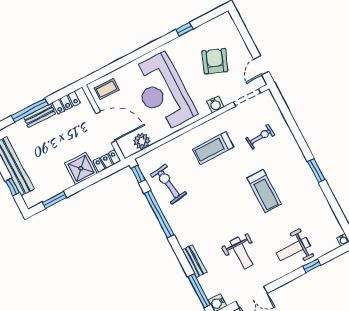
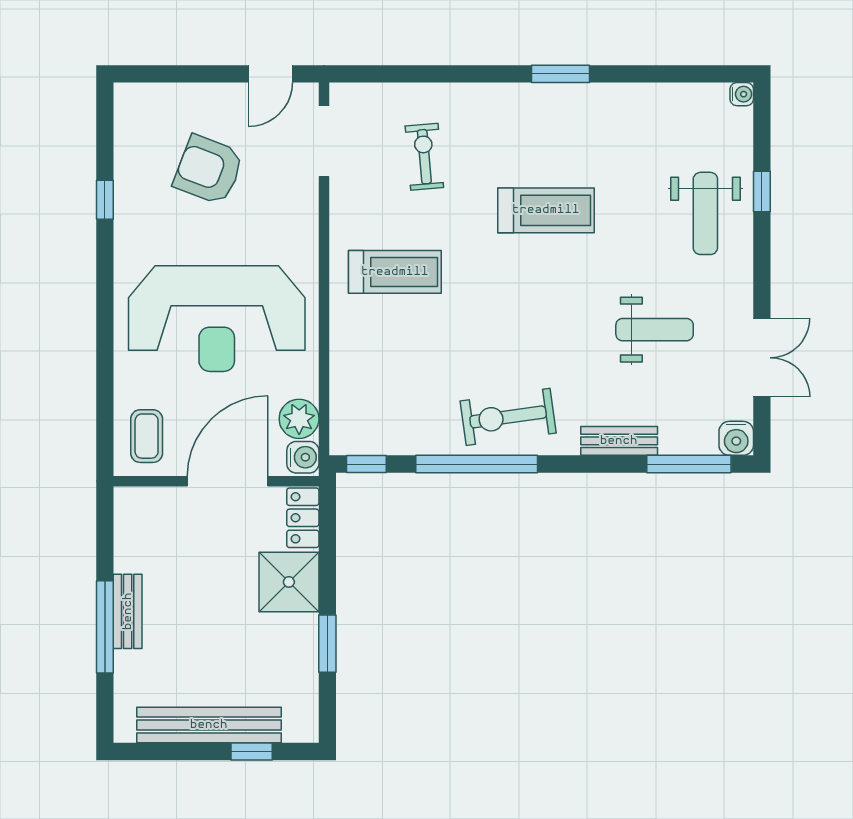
door: (261, 65) -> (270, 74), hinge flipped
locker: (66, 103) -> (130, 539), removed
water cooler: (215, 105) -> (303, 457), moved
treadmill: (213, 148) -> (395, 272), turned -90
exercise bike: (169, 184) -> (508, 417), moved
window: (54, 200) -> (327, 644), moved

